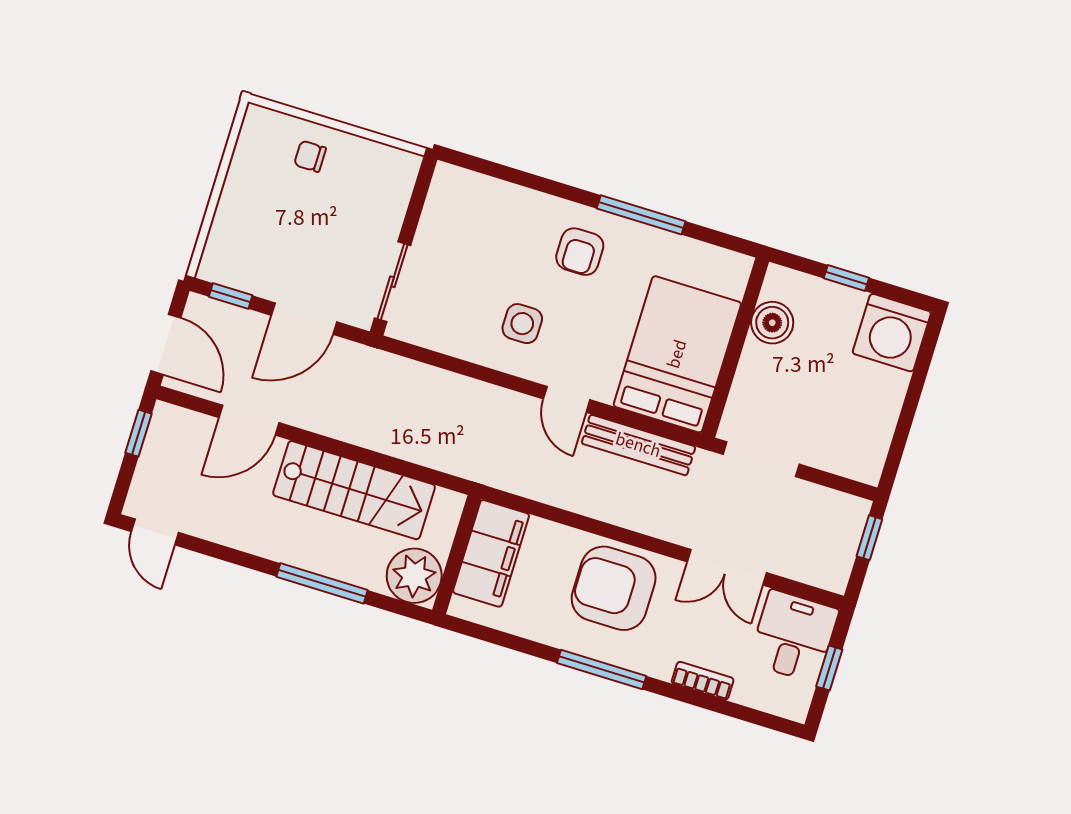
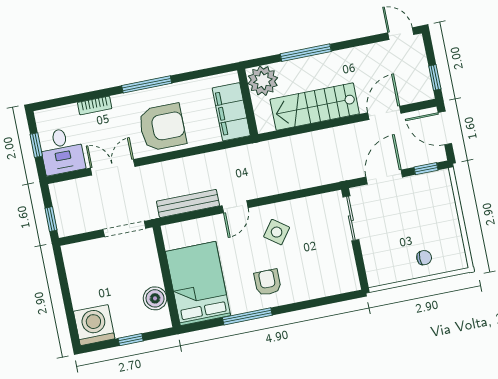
side table: (522, 324) -> (277, 232), turned 36
bed: (677, 354) -> (198, 283), moved, turned 180
door: (567, 399) -> (235, 207), swing flipped

